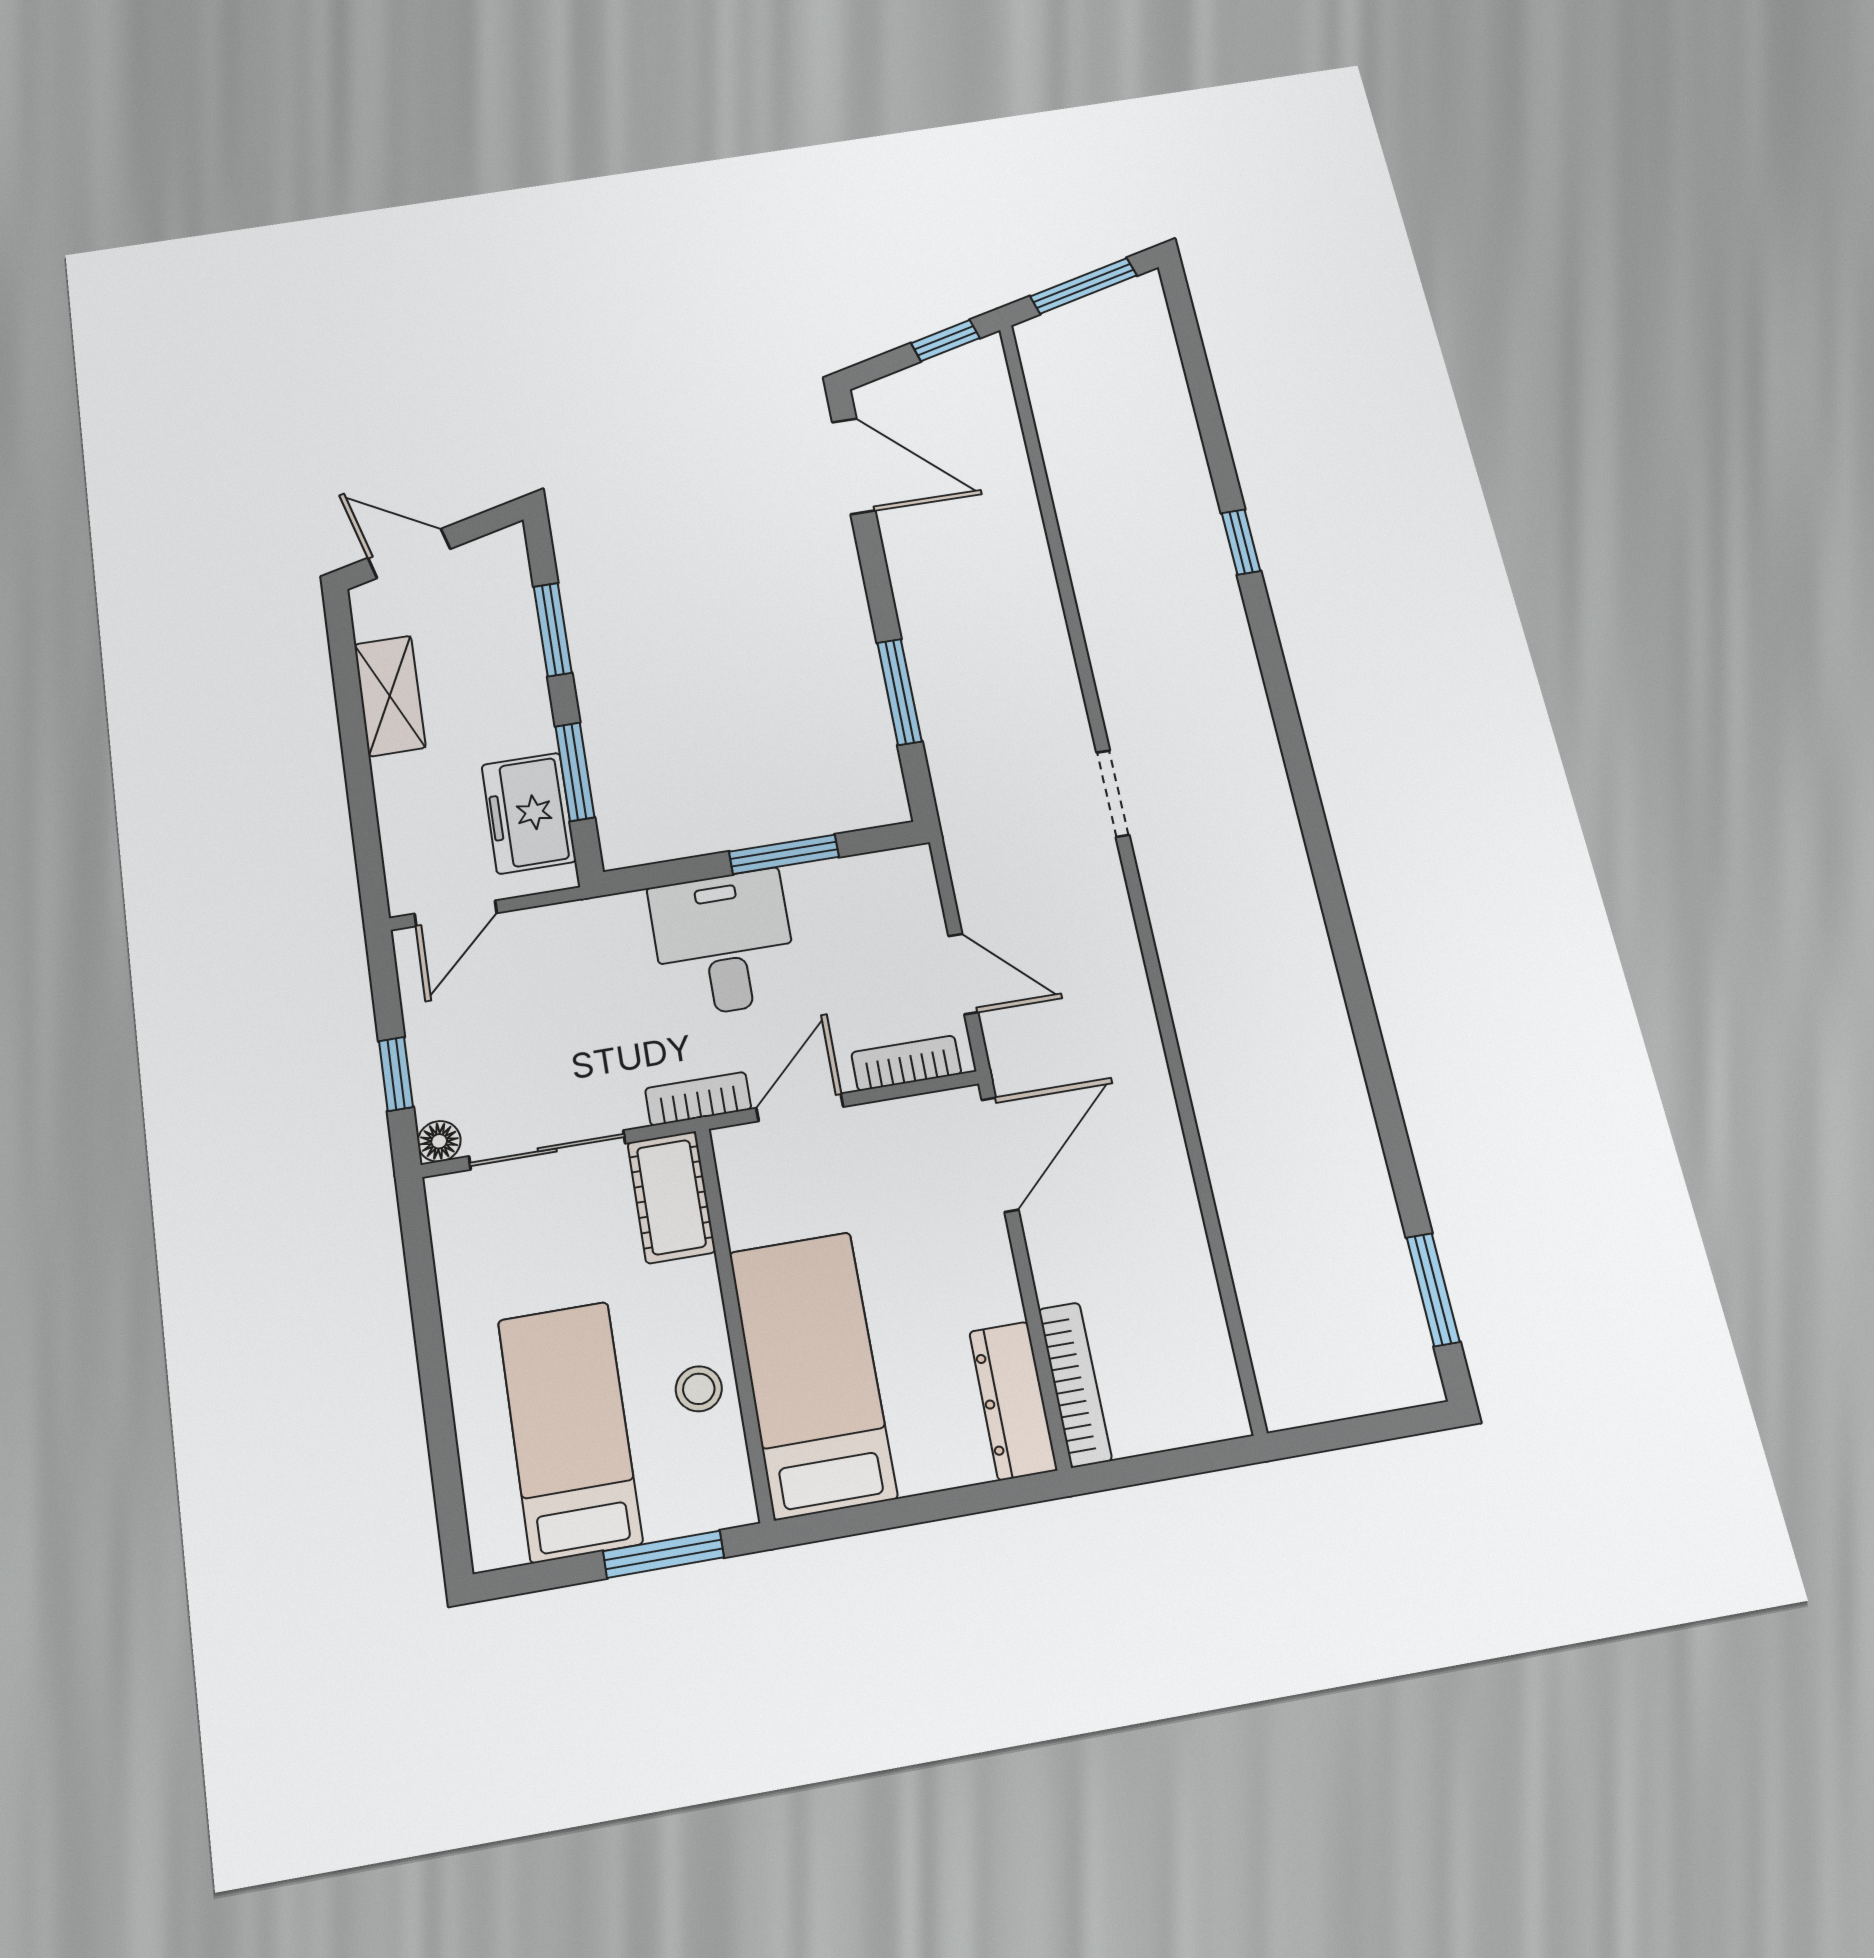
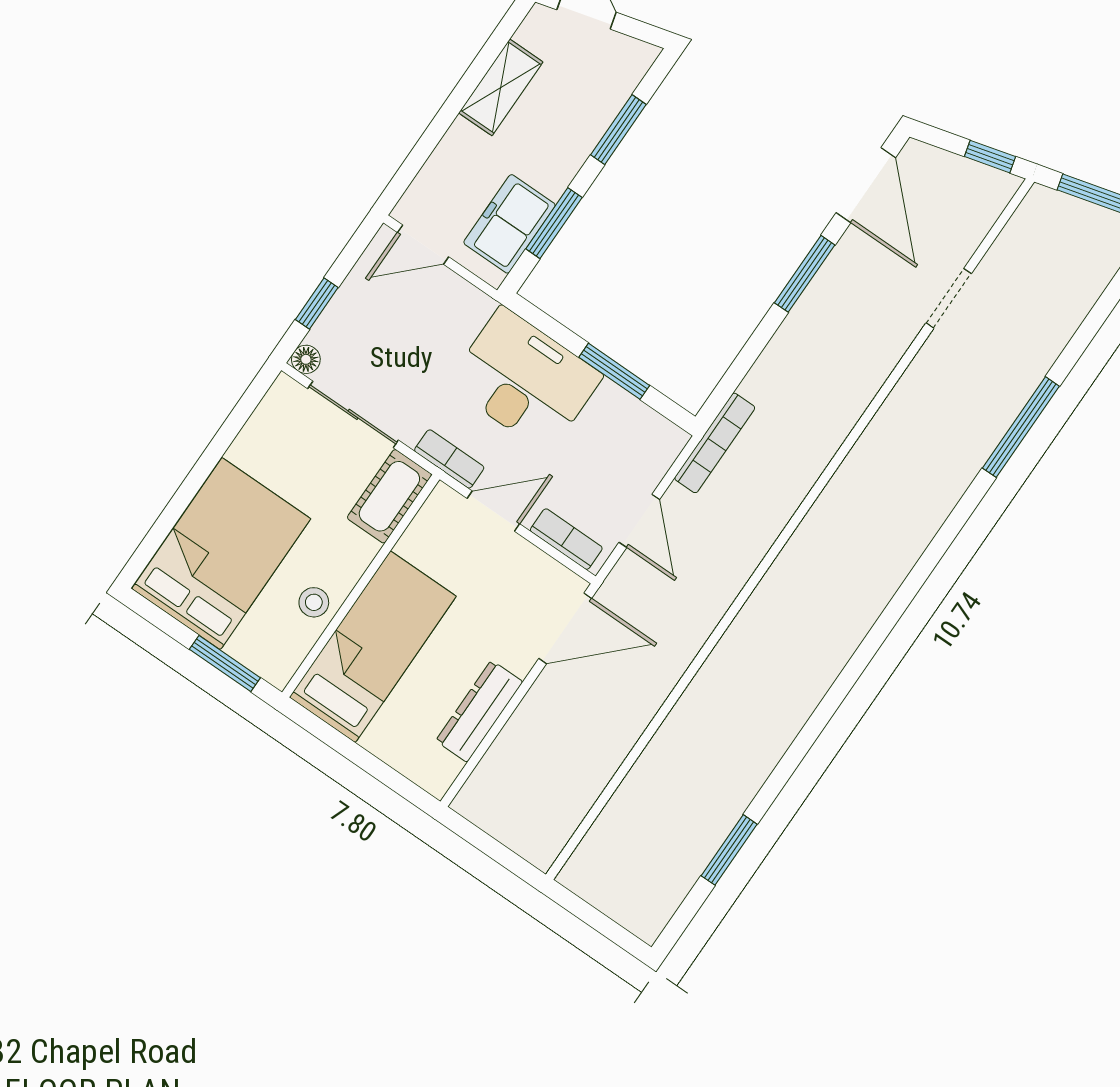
window: (1241, 542) -> (1021, 427), width x2.17
window: (899, 692) -> (805, 274), moved
doorway: (1113, 794) -> (949, 298), moved
desk: (724, 943) -> (525, 380), width x1.37
window: (1433, 1290) -> (729, 850), moved
bookcase: (1075, 1384) -> (715, 443), moved
dresser: (1013, 1401) -> (479, 711), moved
bed: (570, 1431) -> (221, 554), width x1.50

